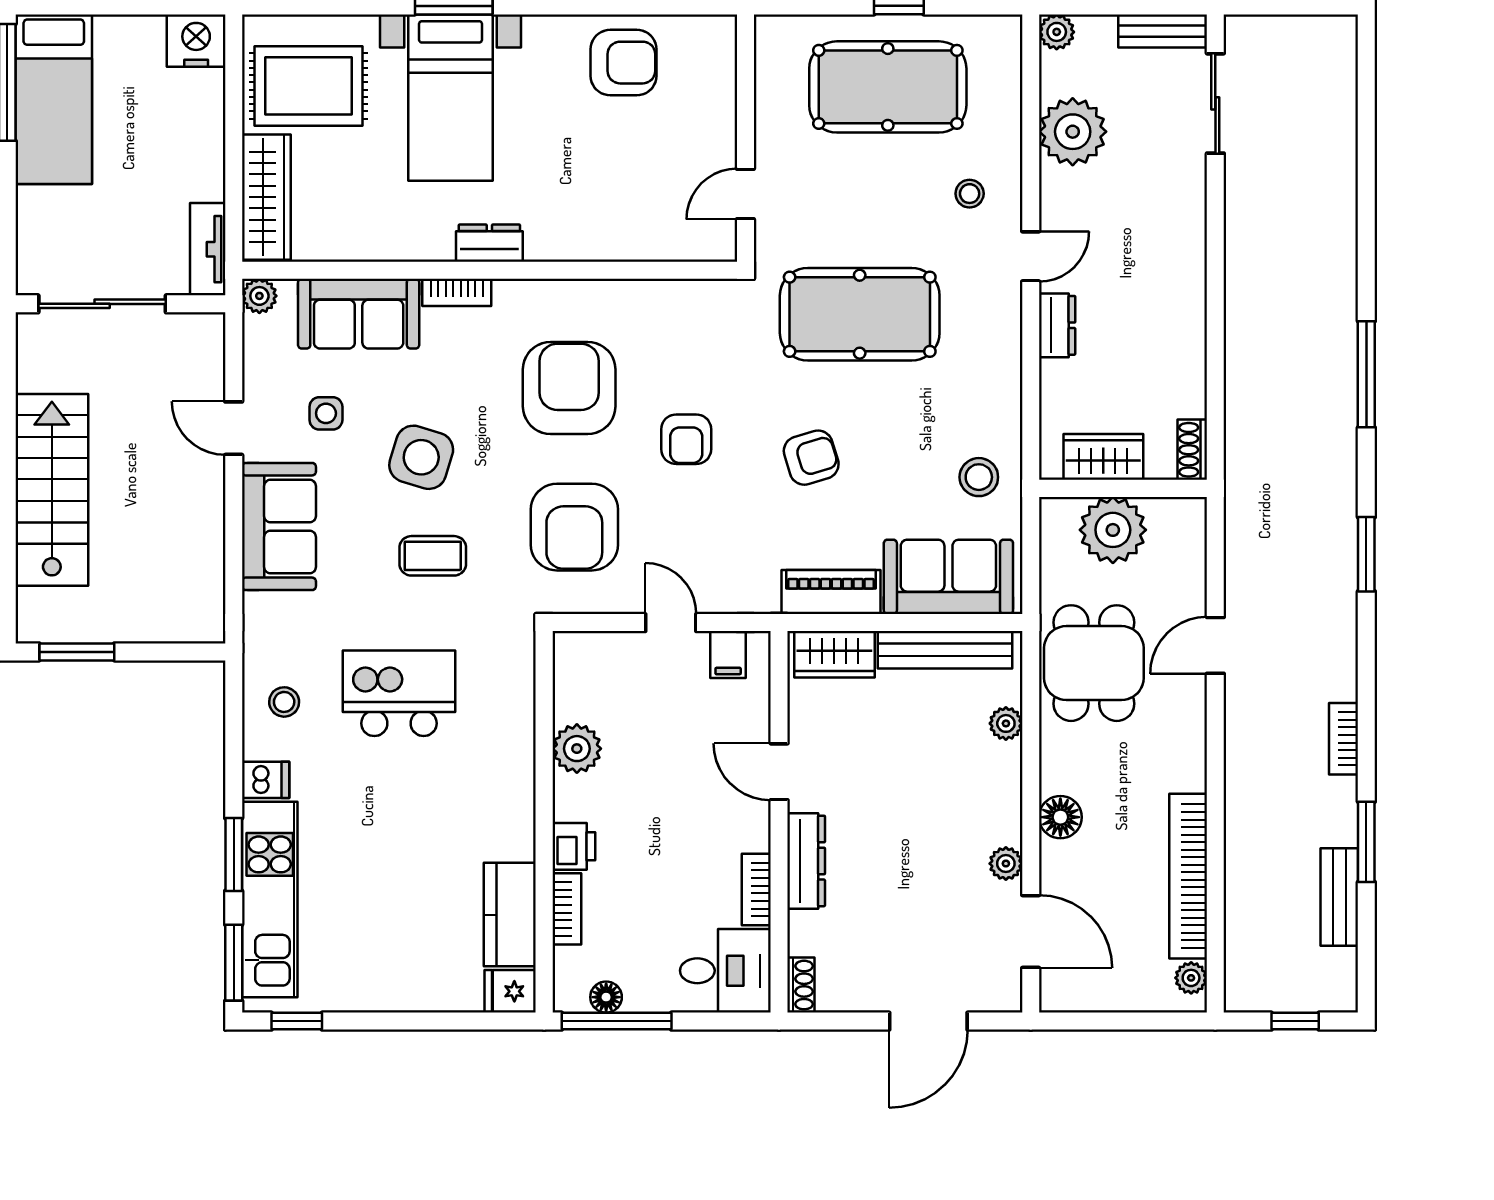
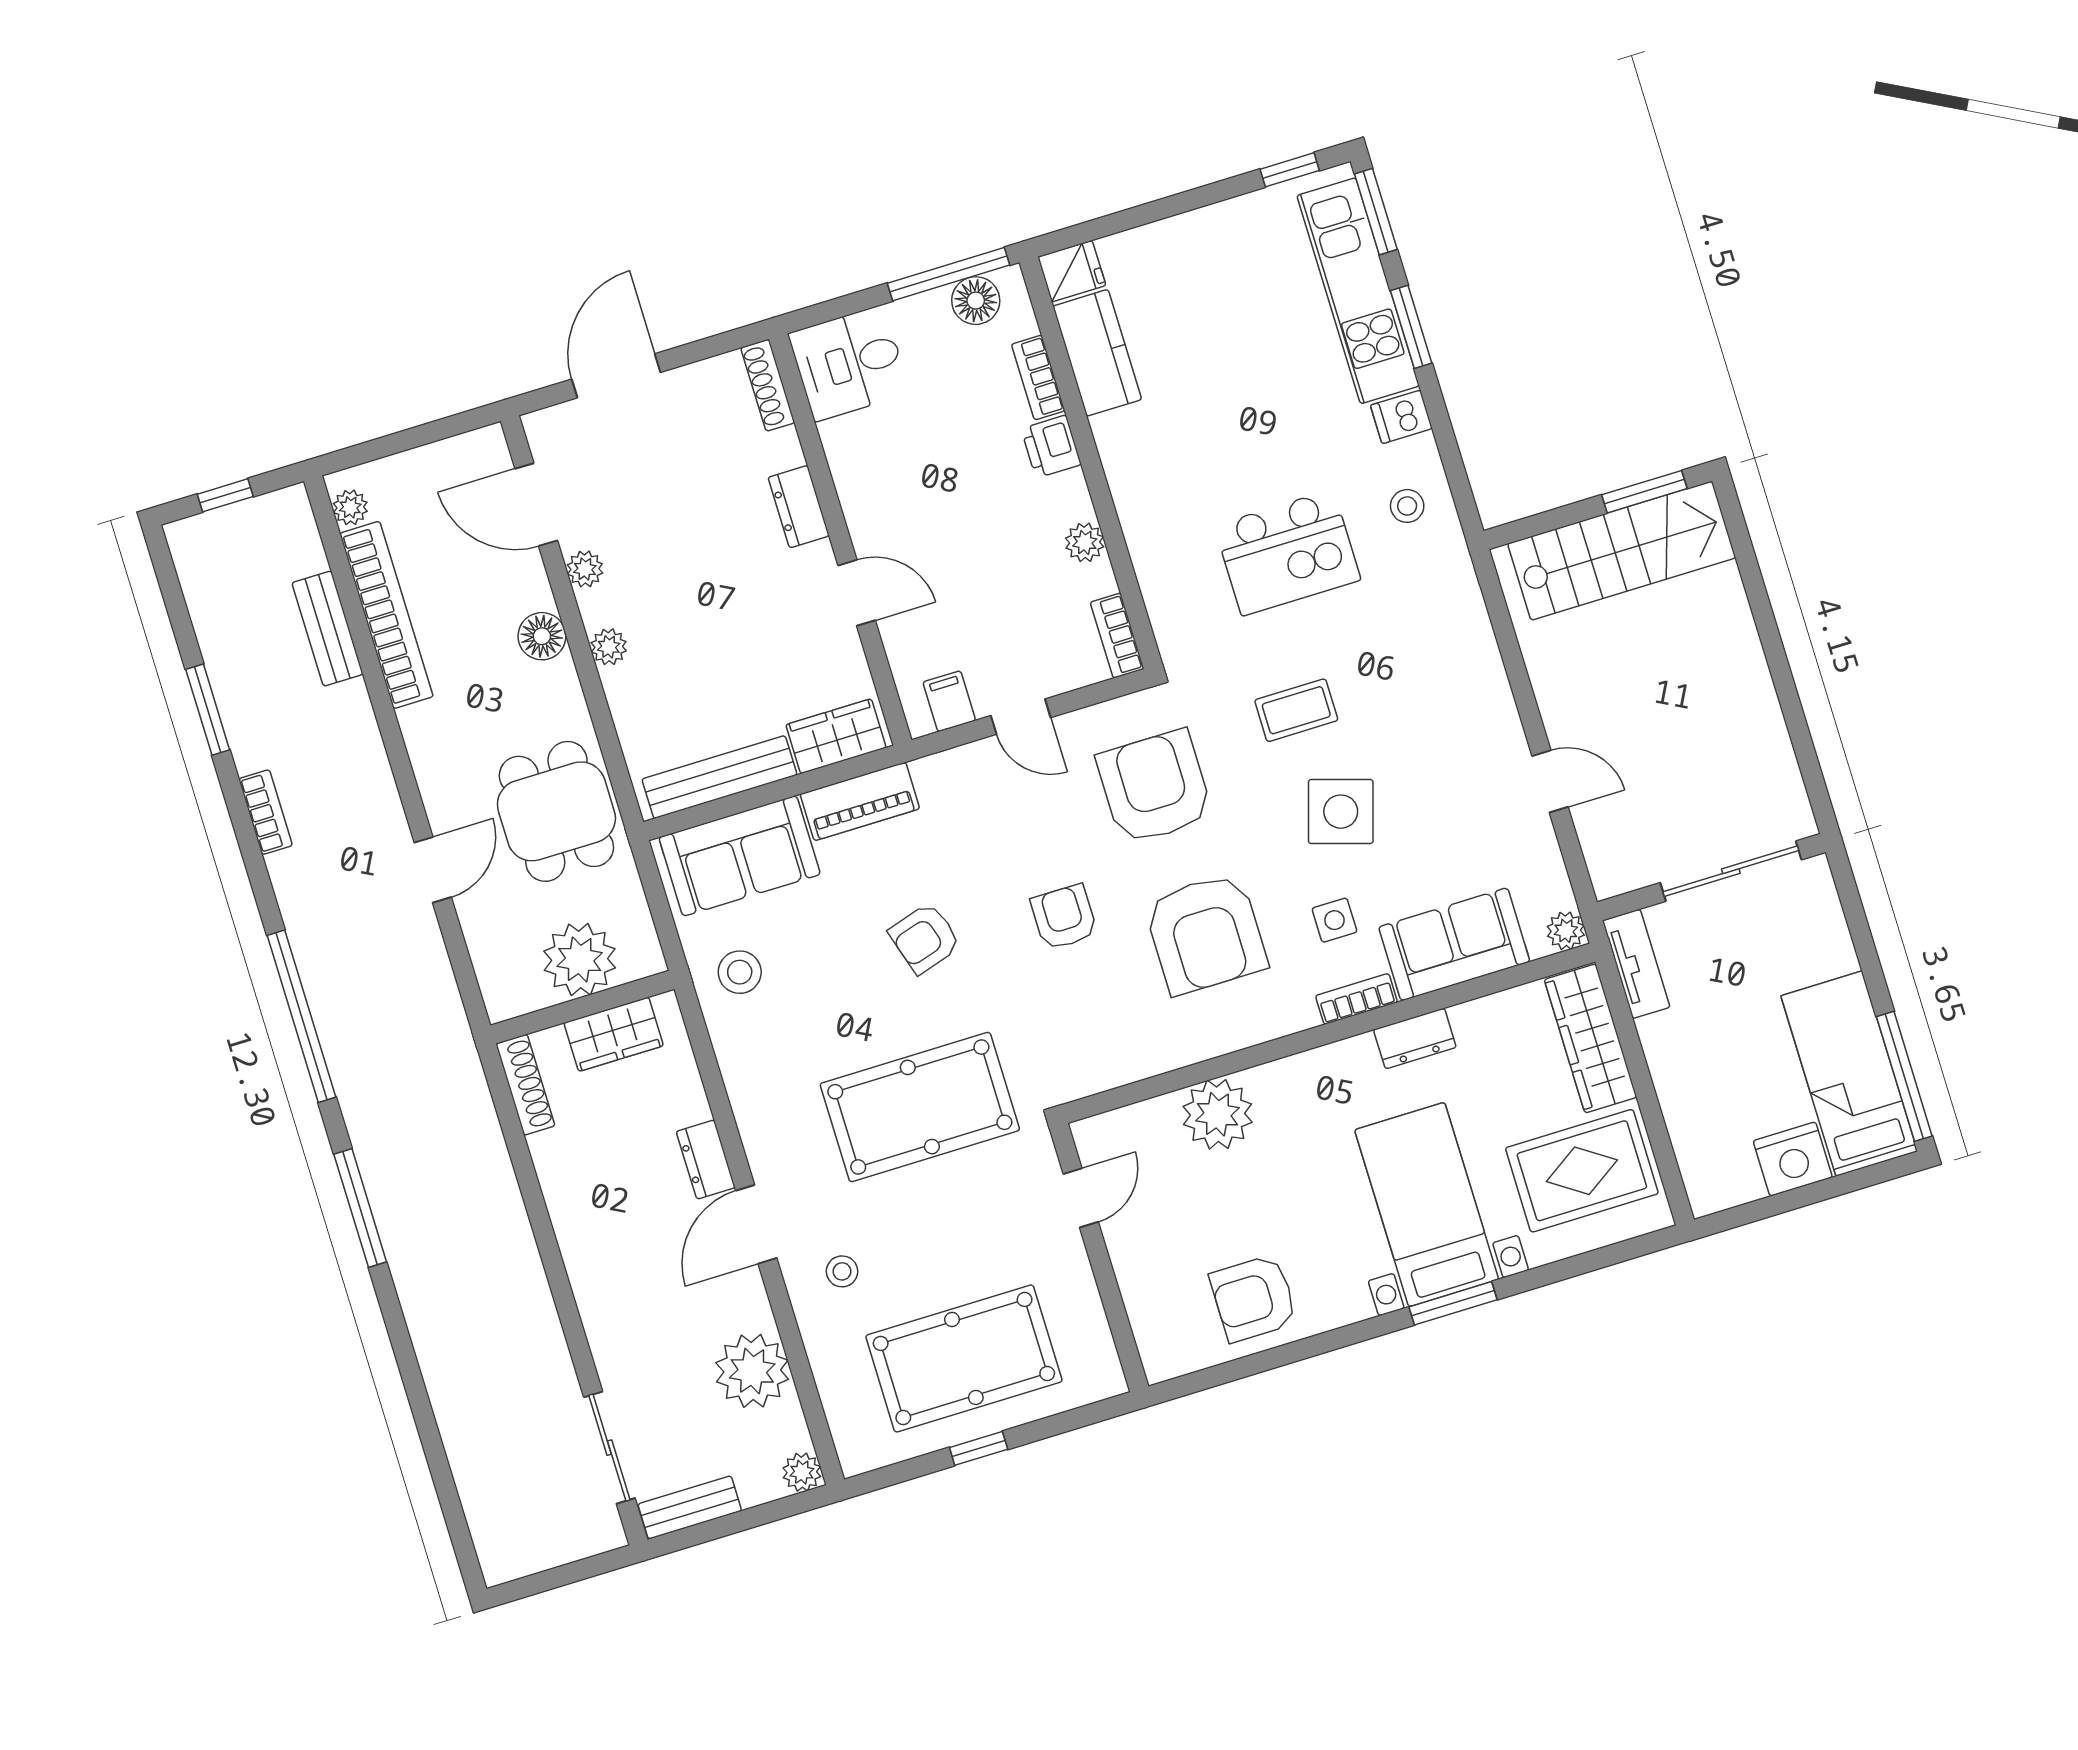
nightstand: (196, 41) -> (1793, 1159), moved
plant: (606, 230) -> (1218, 1114), added
dresser: (489, 243) -> (1415, 1038), moved
door: (1031, 256) -> (756, 1224), width x1.38
side table: (326, 413) -> (1334, 920), moved
shoe rack: (1192, 450) -> (525, 1085), width x1.43
stairs: (52, 490) -> (1622, 551), moved, turned -90
sofa: (279, 527) -> (1470, 691), removed
window: (1366, 554) -> (301, 1016), width x2.11
plant: (1006, 723) -> (609, 647), moved
plant: (577, 749) -> (1085, 542), width x0.73, depth x0.73
dresser: (806, 861) -> (799, 507), width x0.70
bookcase: (756, 890) -> (1117, 636), moved, turned 180
bench: (1339, 897) -> (328, 629), moved
shoe rack: (801, 985) -> (768, 385), width x1.43
floor lamp: (606, 997) -> (976, 301), width x1.37, depth x1.37

